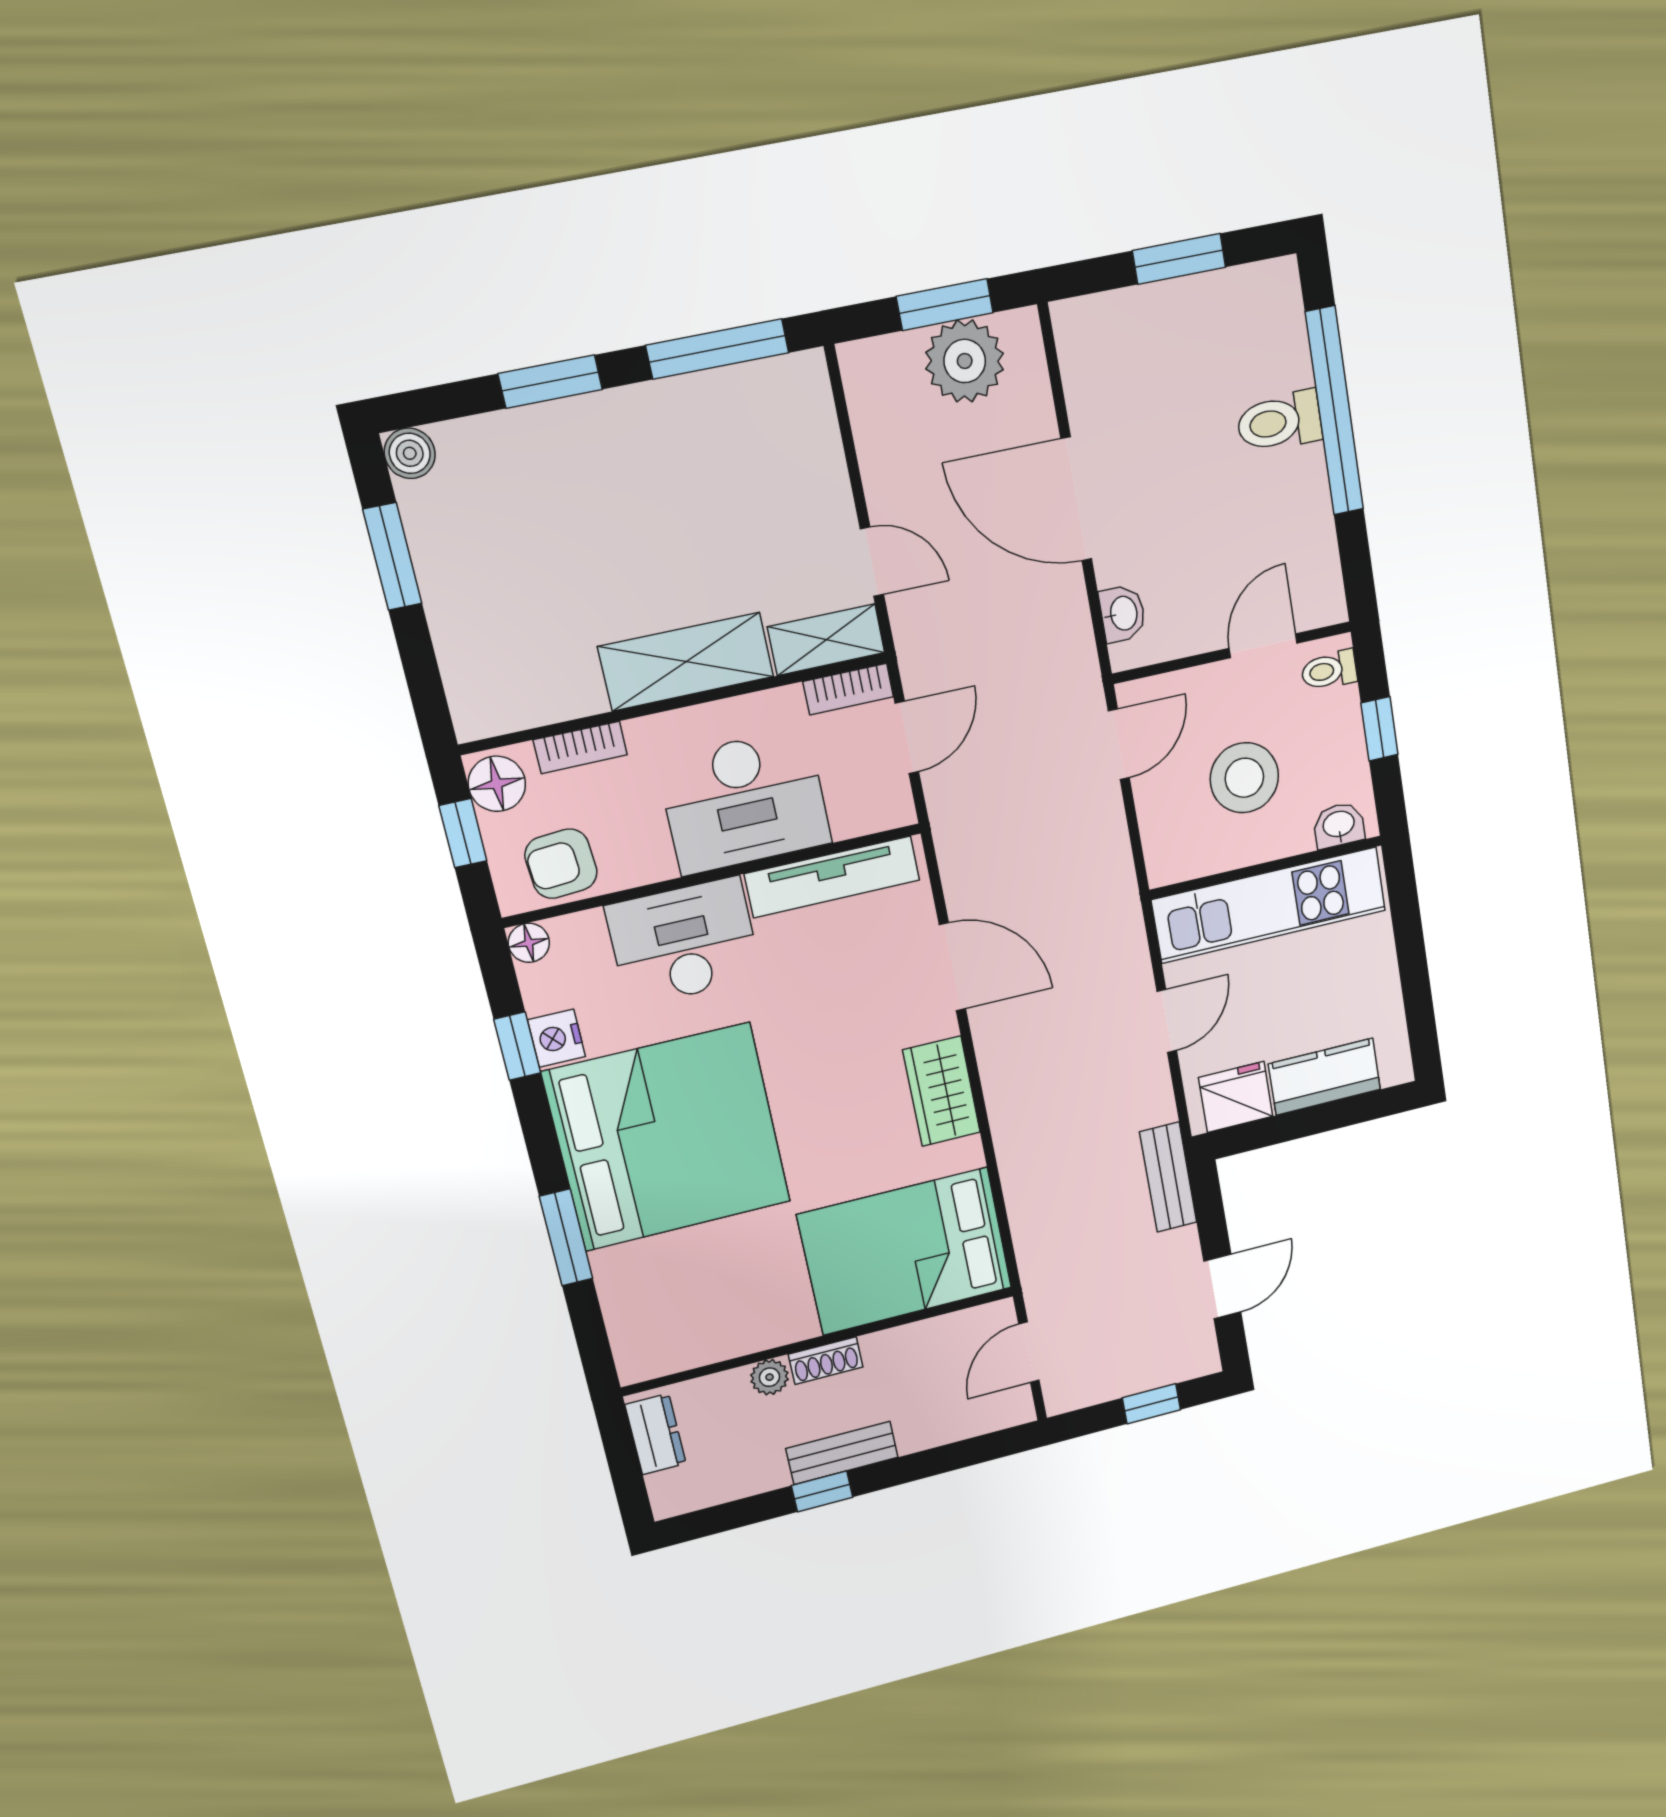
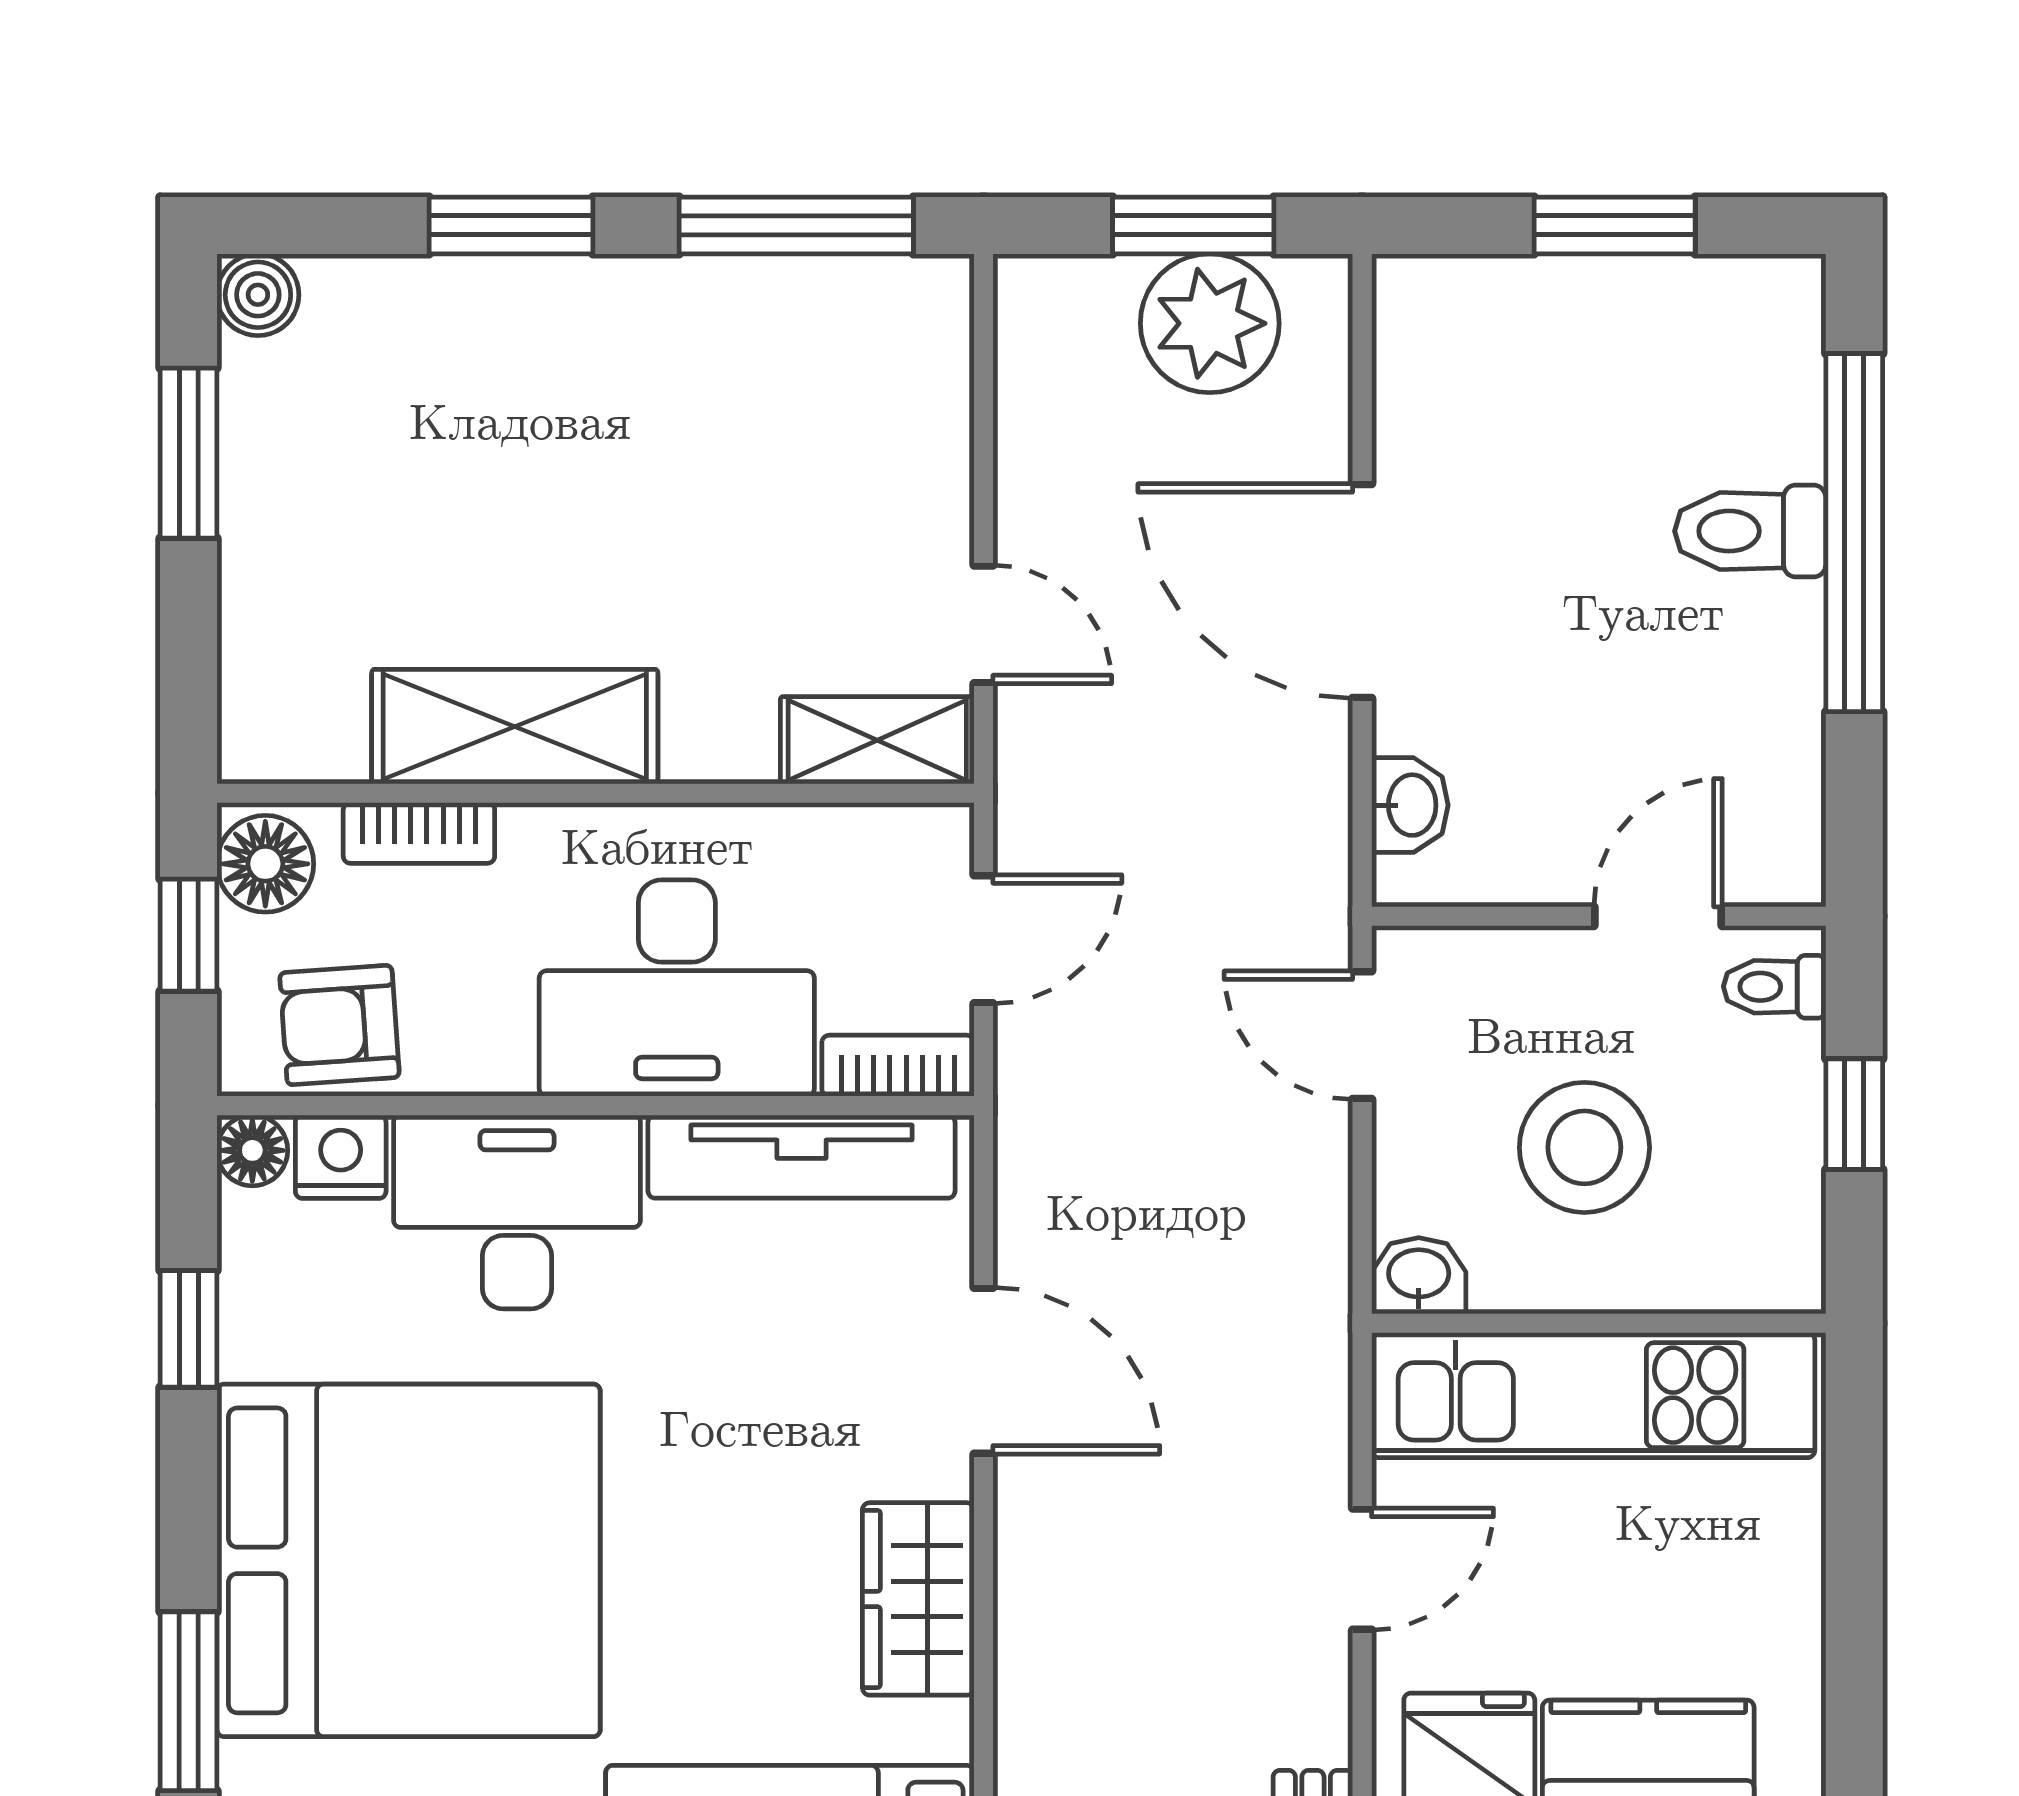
shelving: (686, 662) -> (515, 727), moved
bookcase: (848, 689) -> (898, 1066), moved, turned 180
door: (1119, 744) -> (1362, 1035), swing flipped
washbasin: (1339, 825) -> (1419, 1276), moved
nightstand: (556, 1038) -> (341, 1157), moved, turned 90

